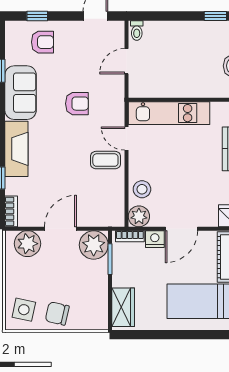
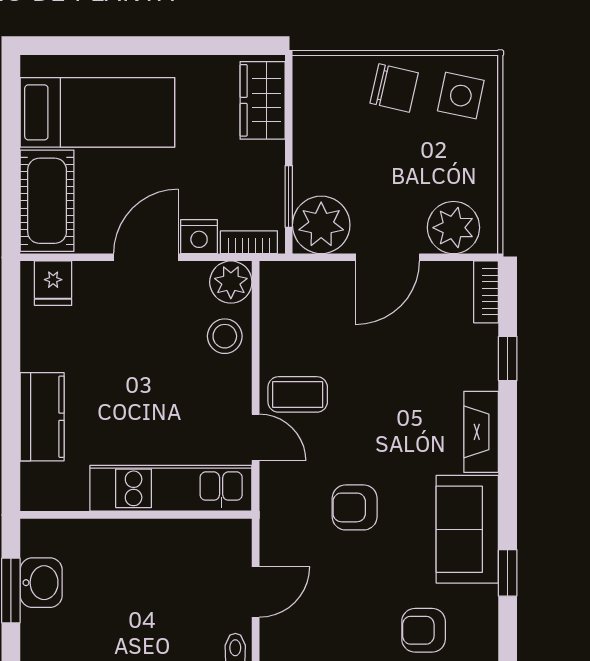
fireplace: (16, 149) -> (481, 432), width x0.73, depth x0.76

